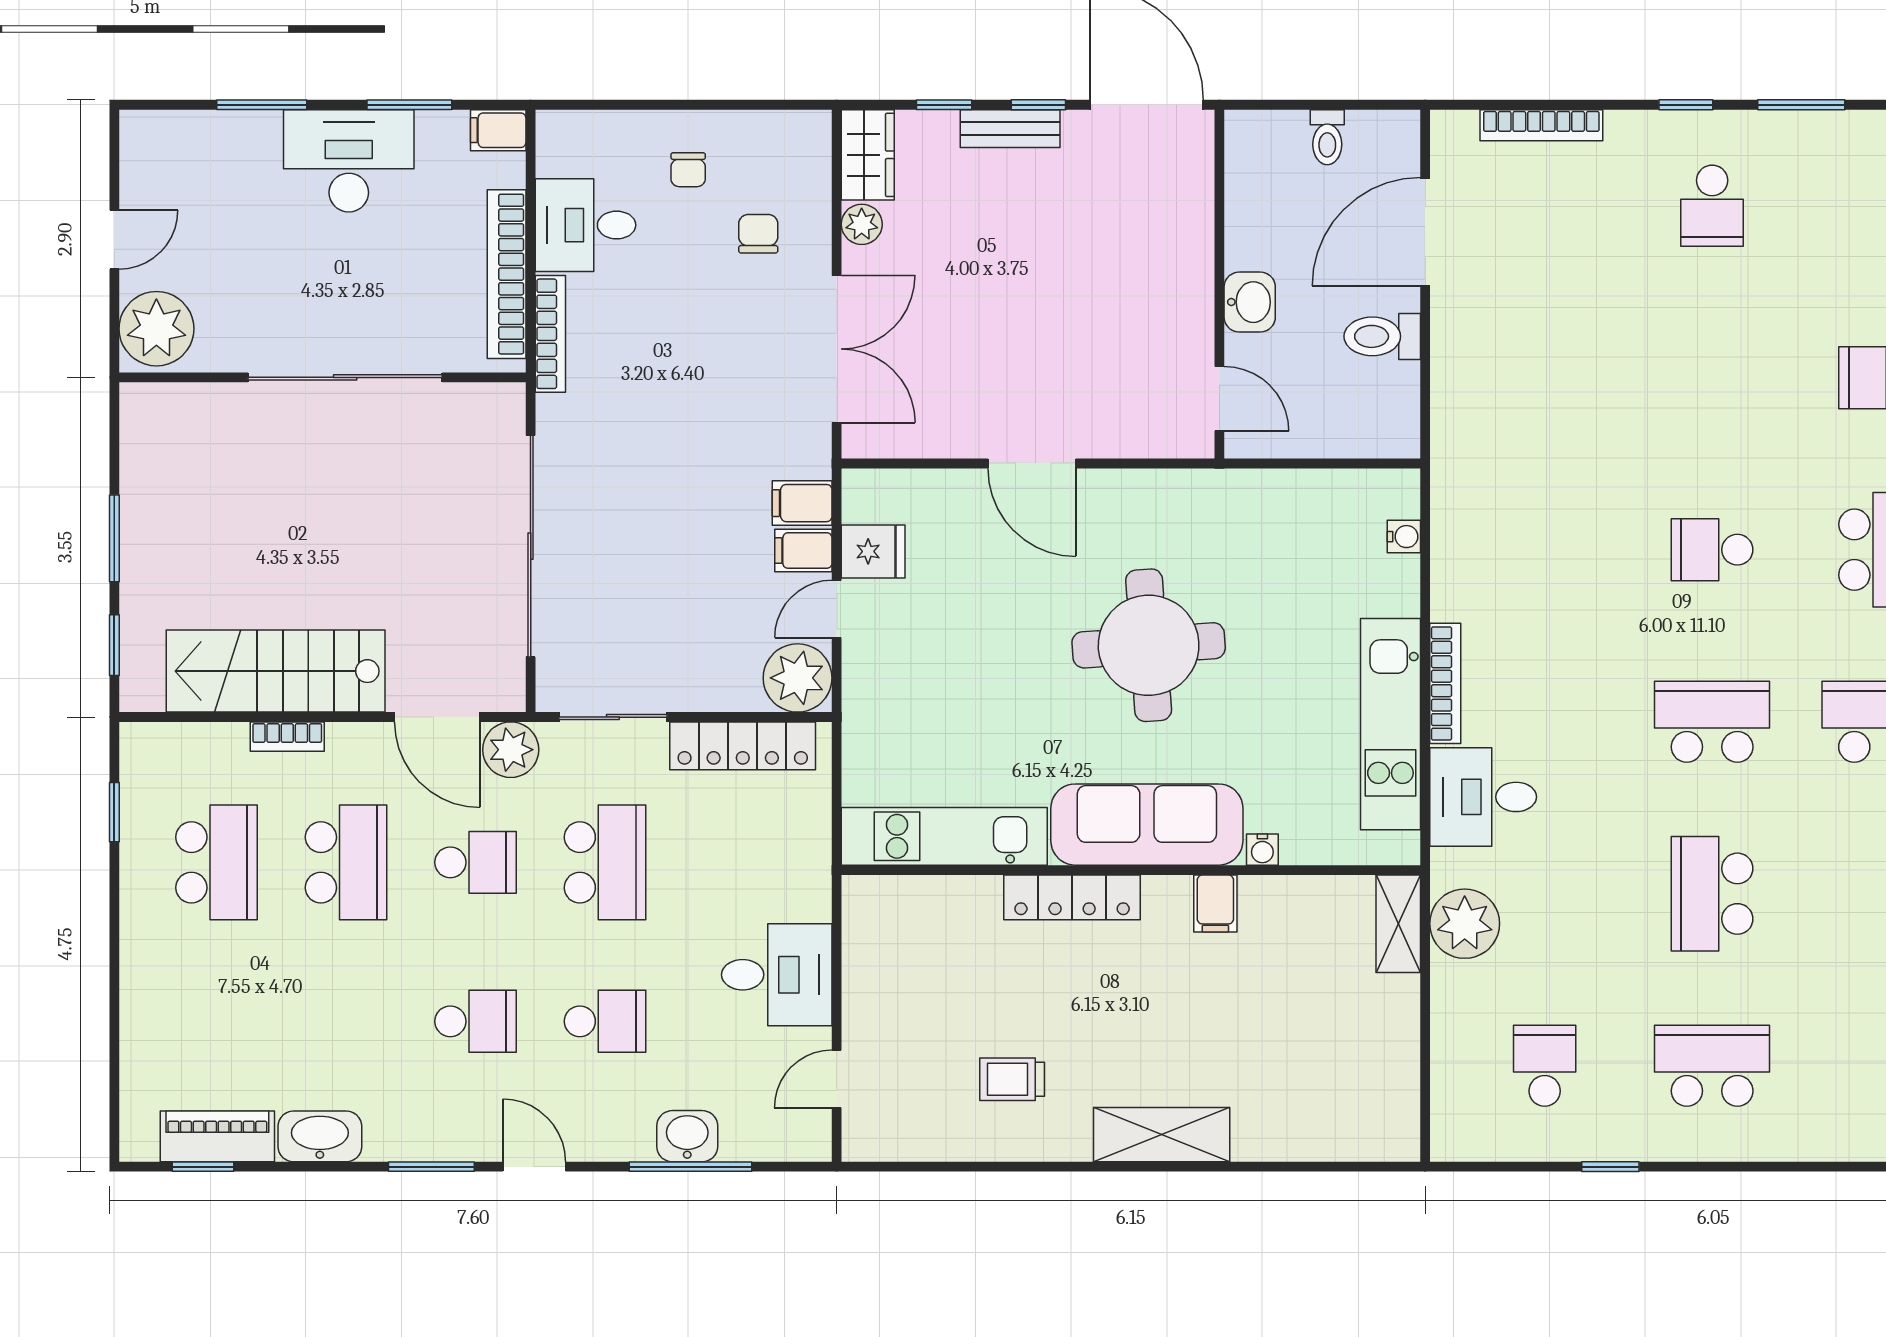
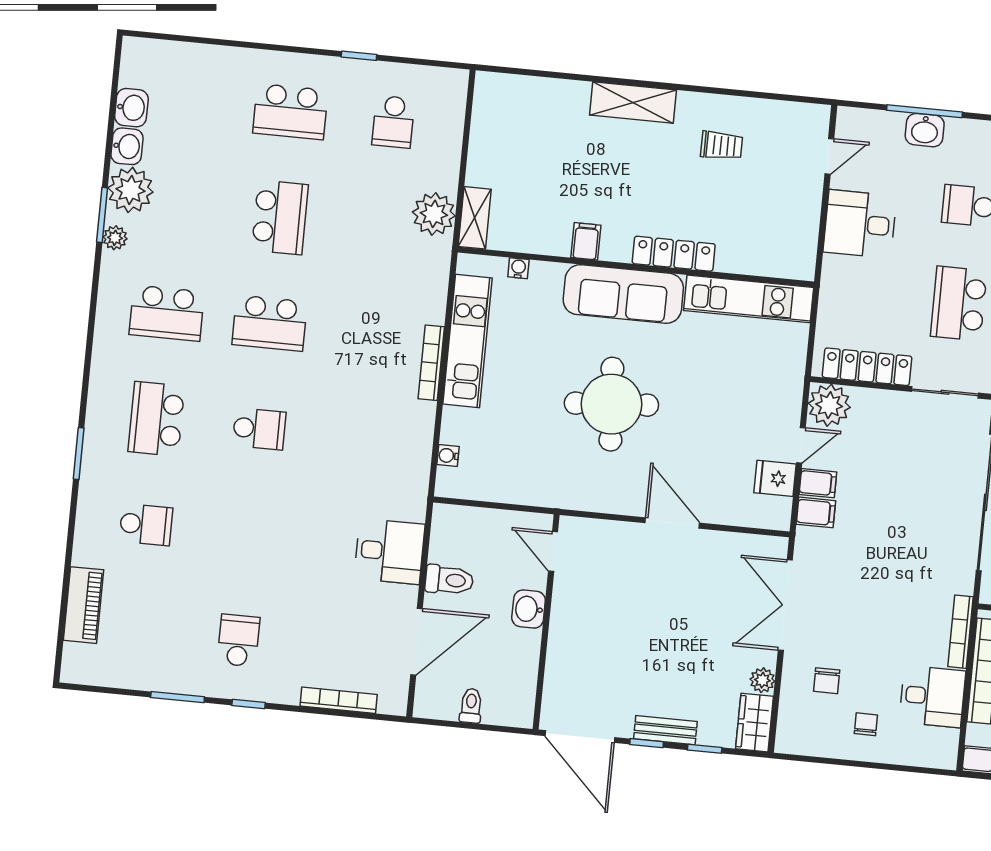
desk: (1483, 797) -> (389, 551), moved
water cooler: (1262, 850) -> (518, 268), moved

